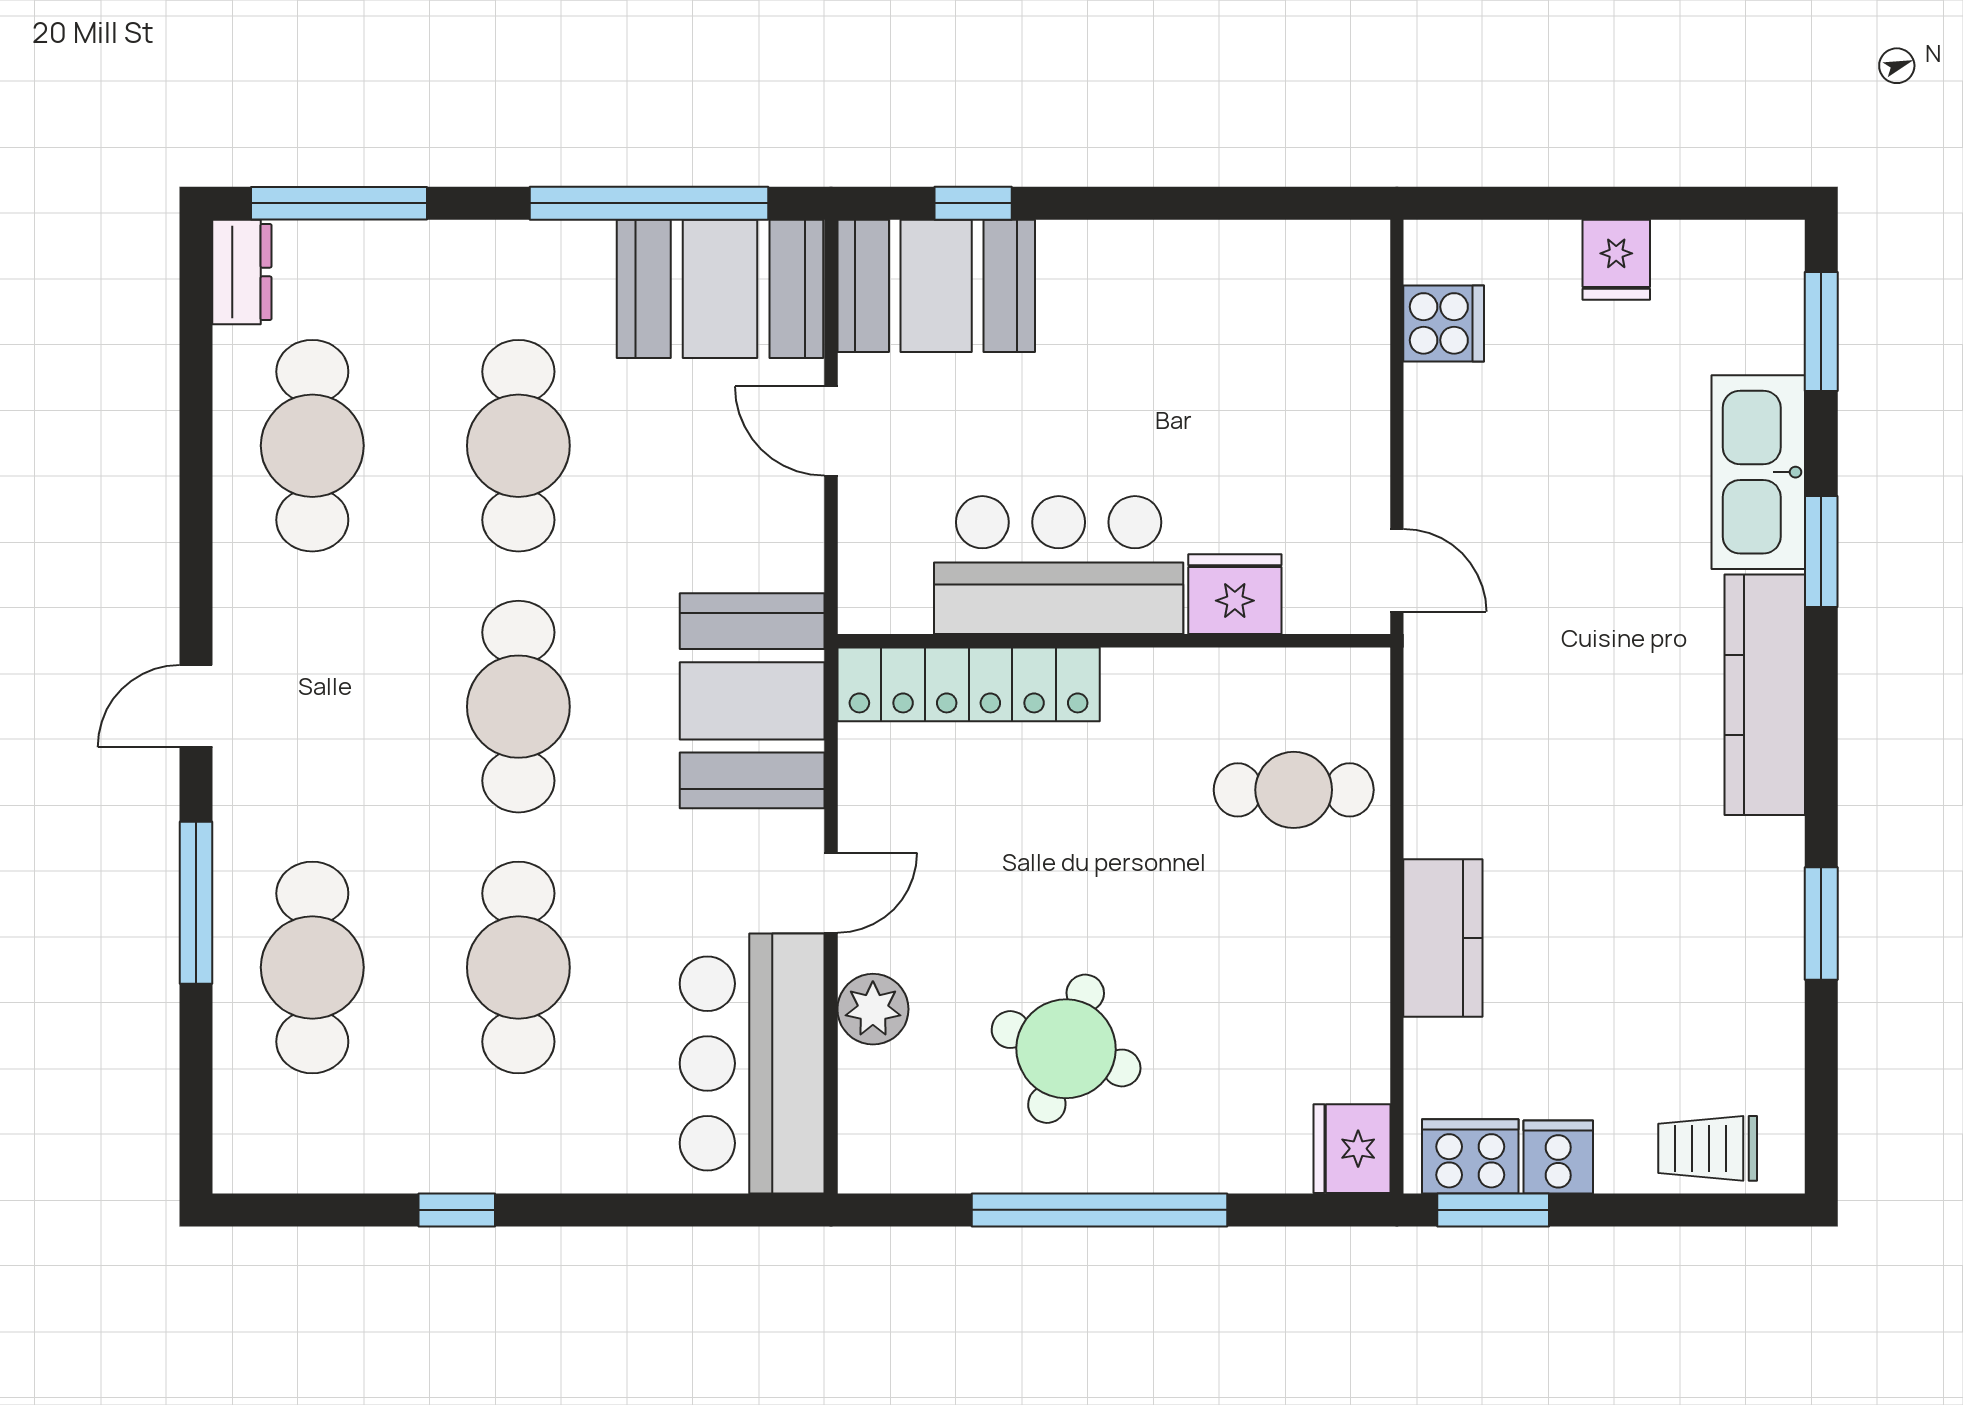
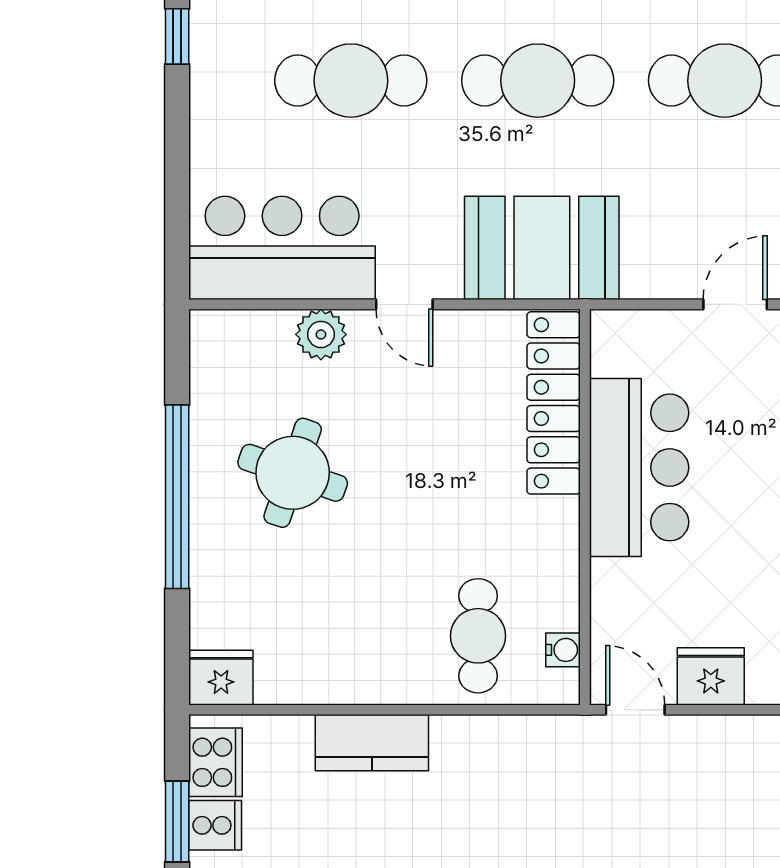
door: (1397, 570) -> (635, 710), swing flipped
fridge: (1235, 594) -> (711, 676), moved, turned -90
water cooler: (1313, 671) -> (563, 650), added
window: (1493, 1210) -> (177, 822), moved

